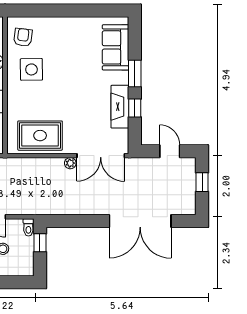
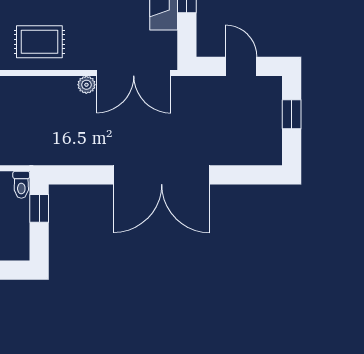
rug: (40, 136) -> (39, 42), width x0.73, depth x0.70
double door: (140, 221) -> (162, 175), moved

